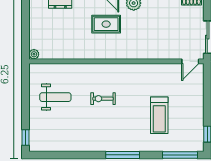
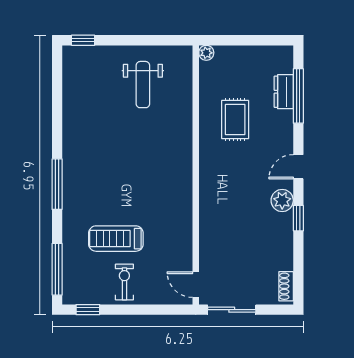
rug: (106, 24) -> (235, 120), moved
exercise bike: (103, 99) -> (124, 282), moved

